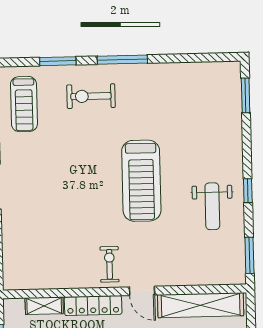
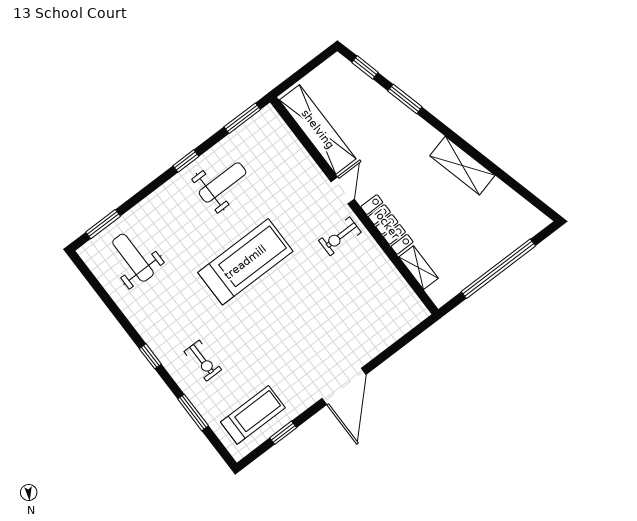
window: (122, 60) -> (150, 356), width x0.46
exercise bike: (91, 96) -> (203, 361), width x0.73, depth x0.72
weight bench: (205, 100) -> (133, 258), added

